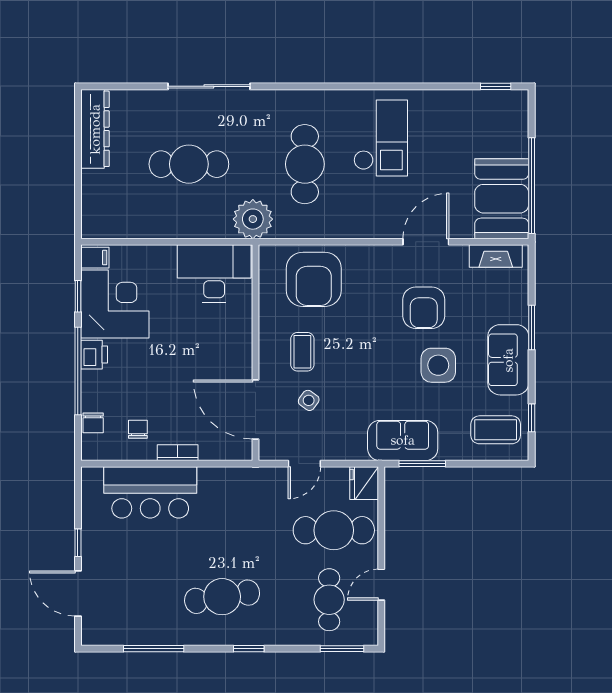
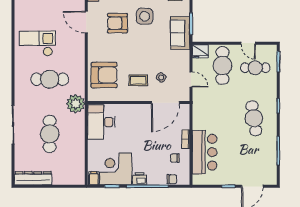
armchair: (424, 308) -> (117, 23), turned 180

